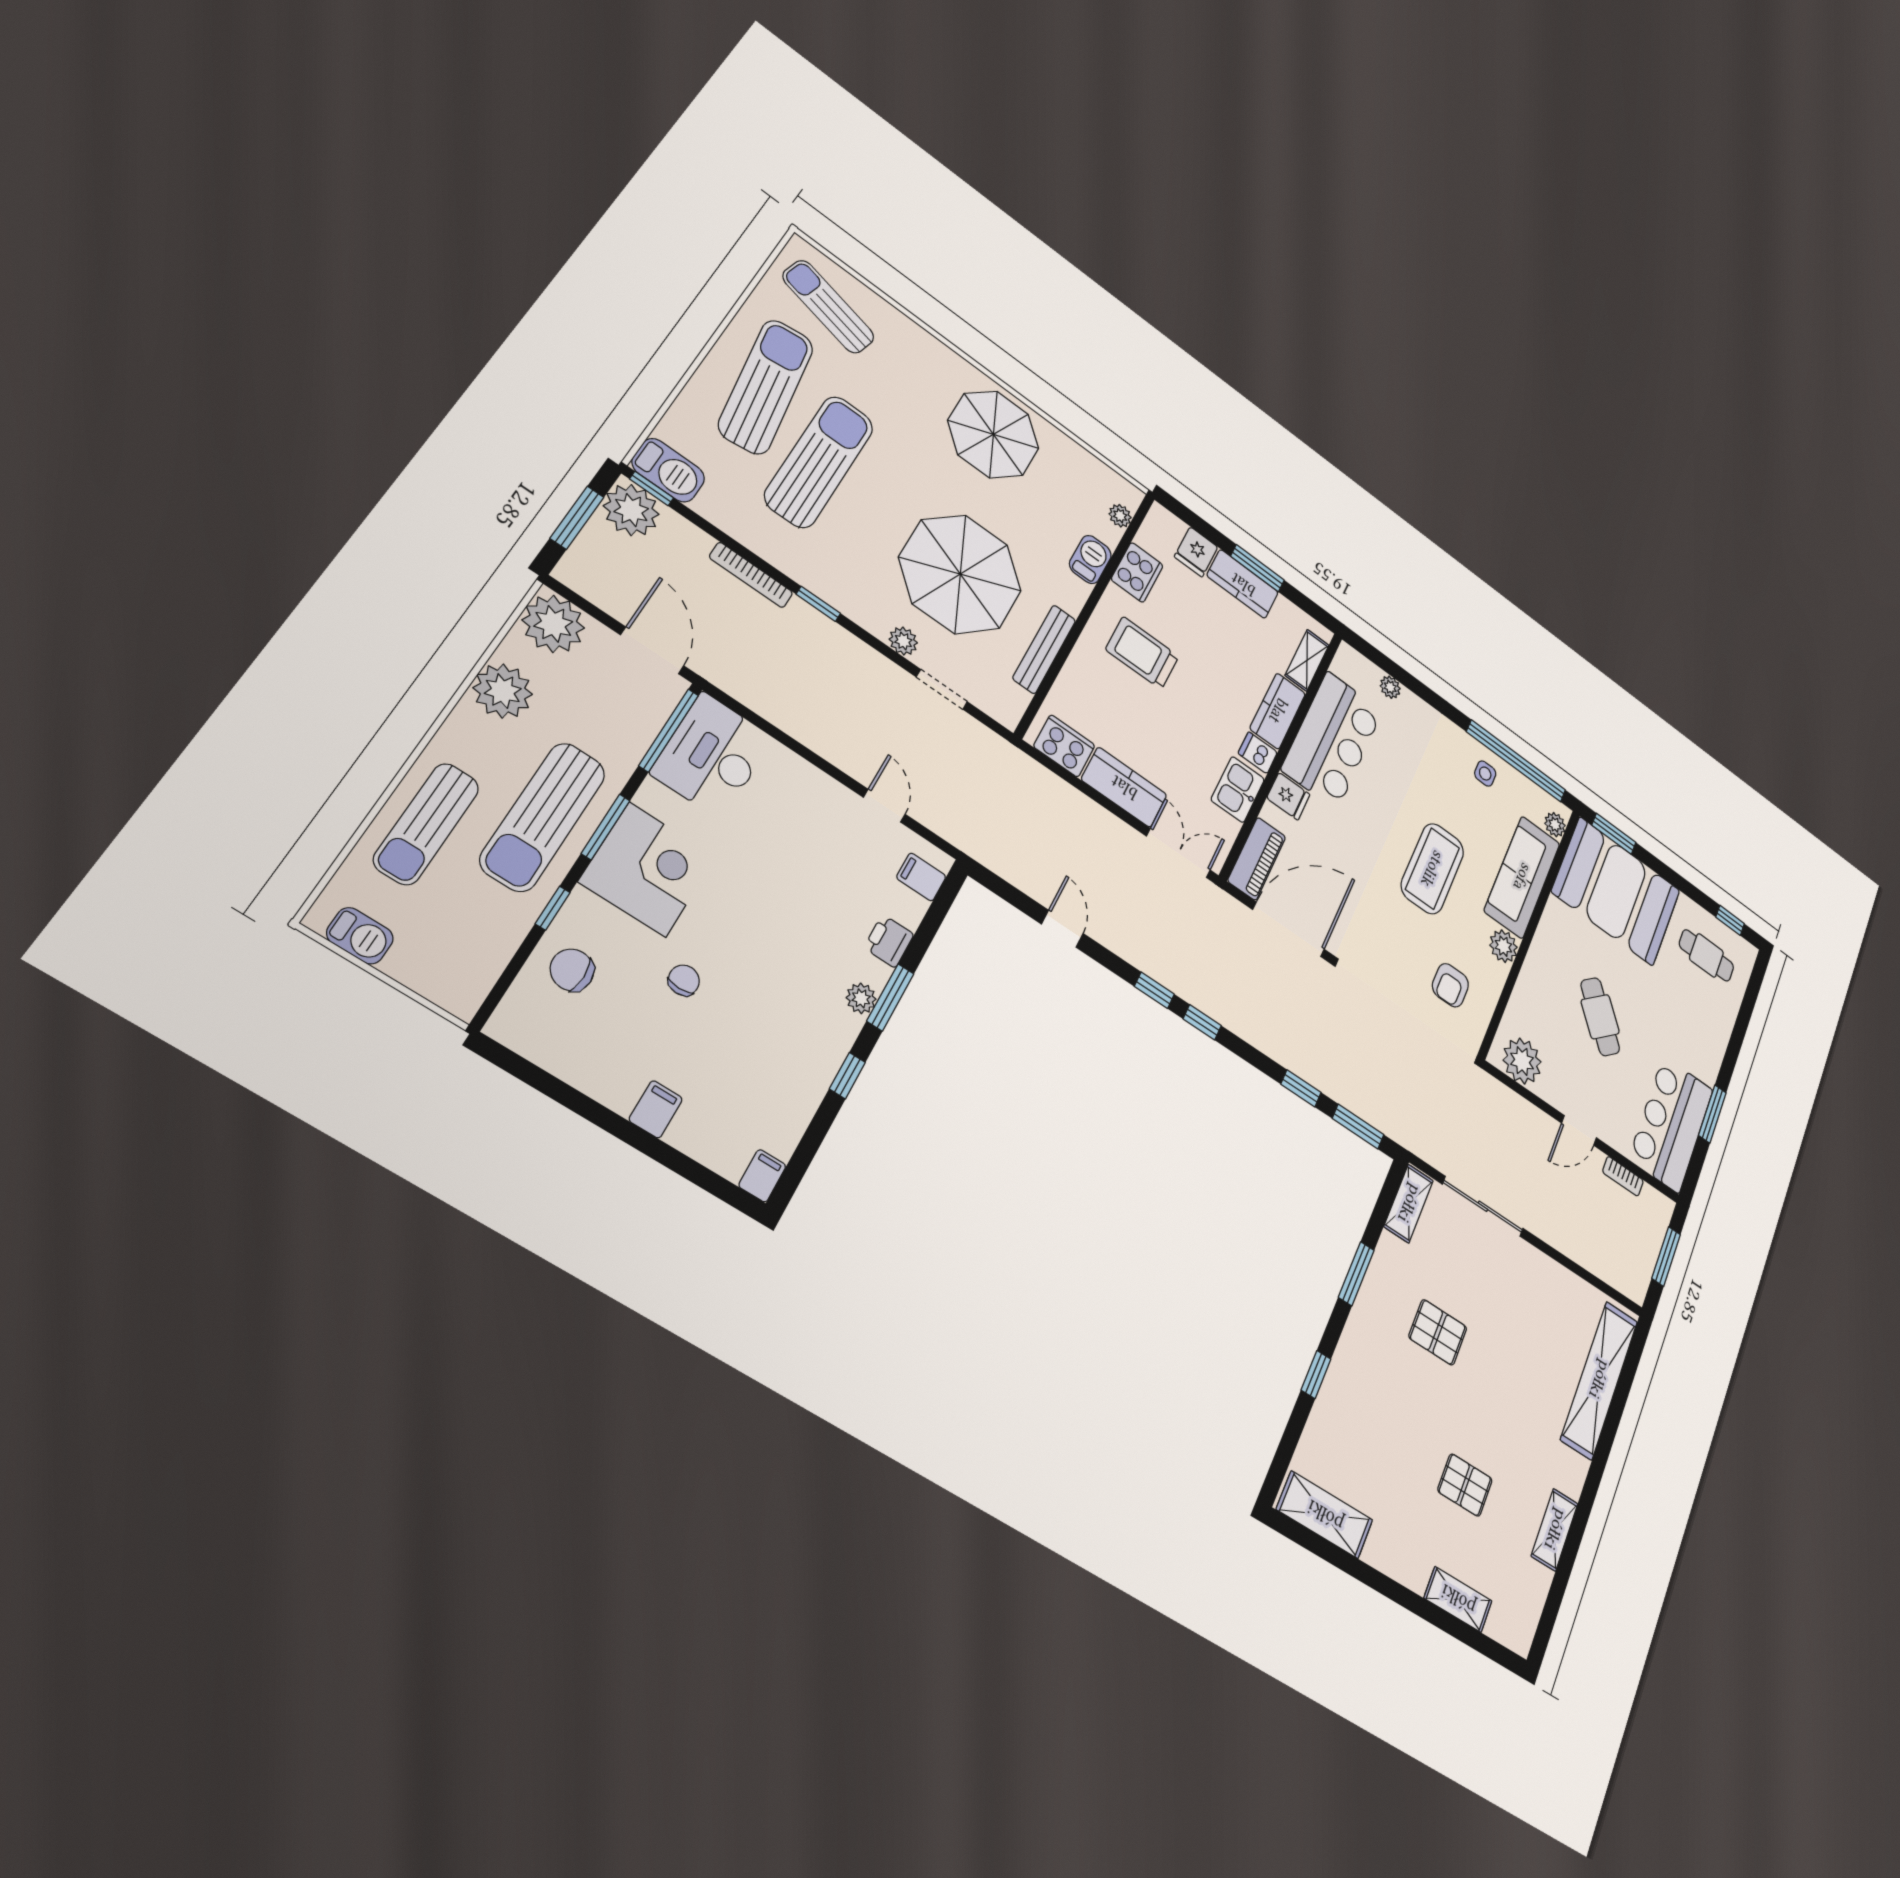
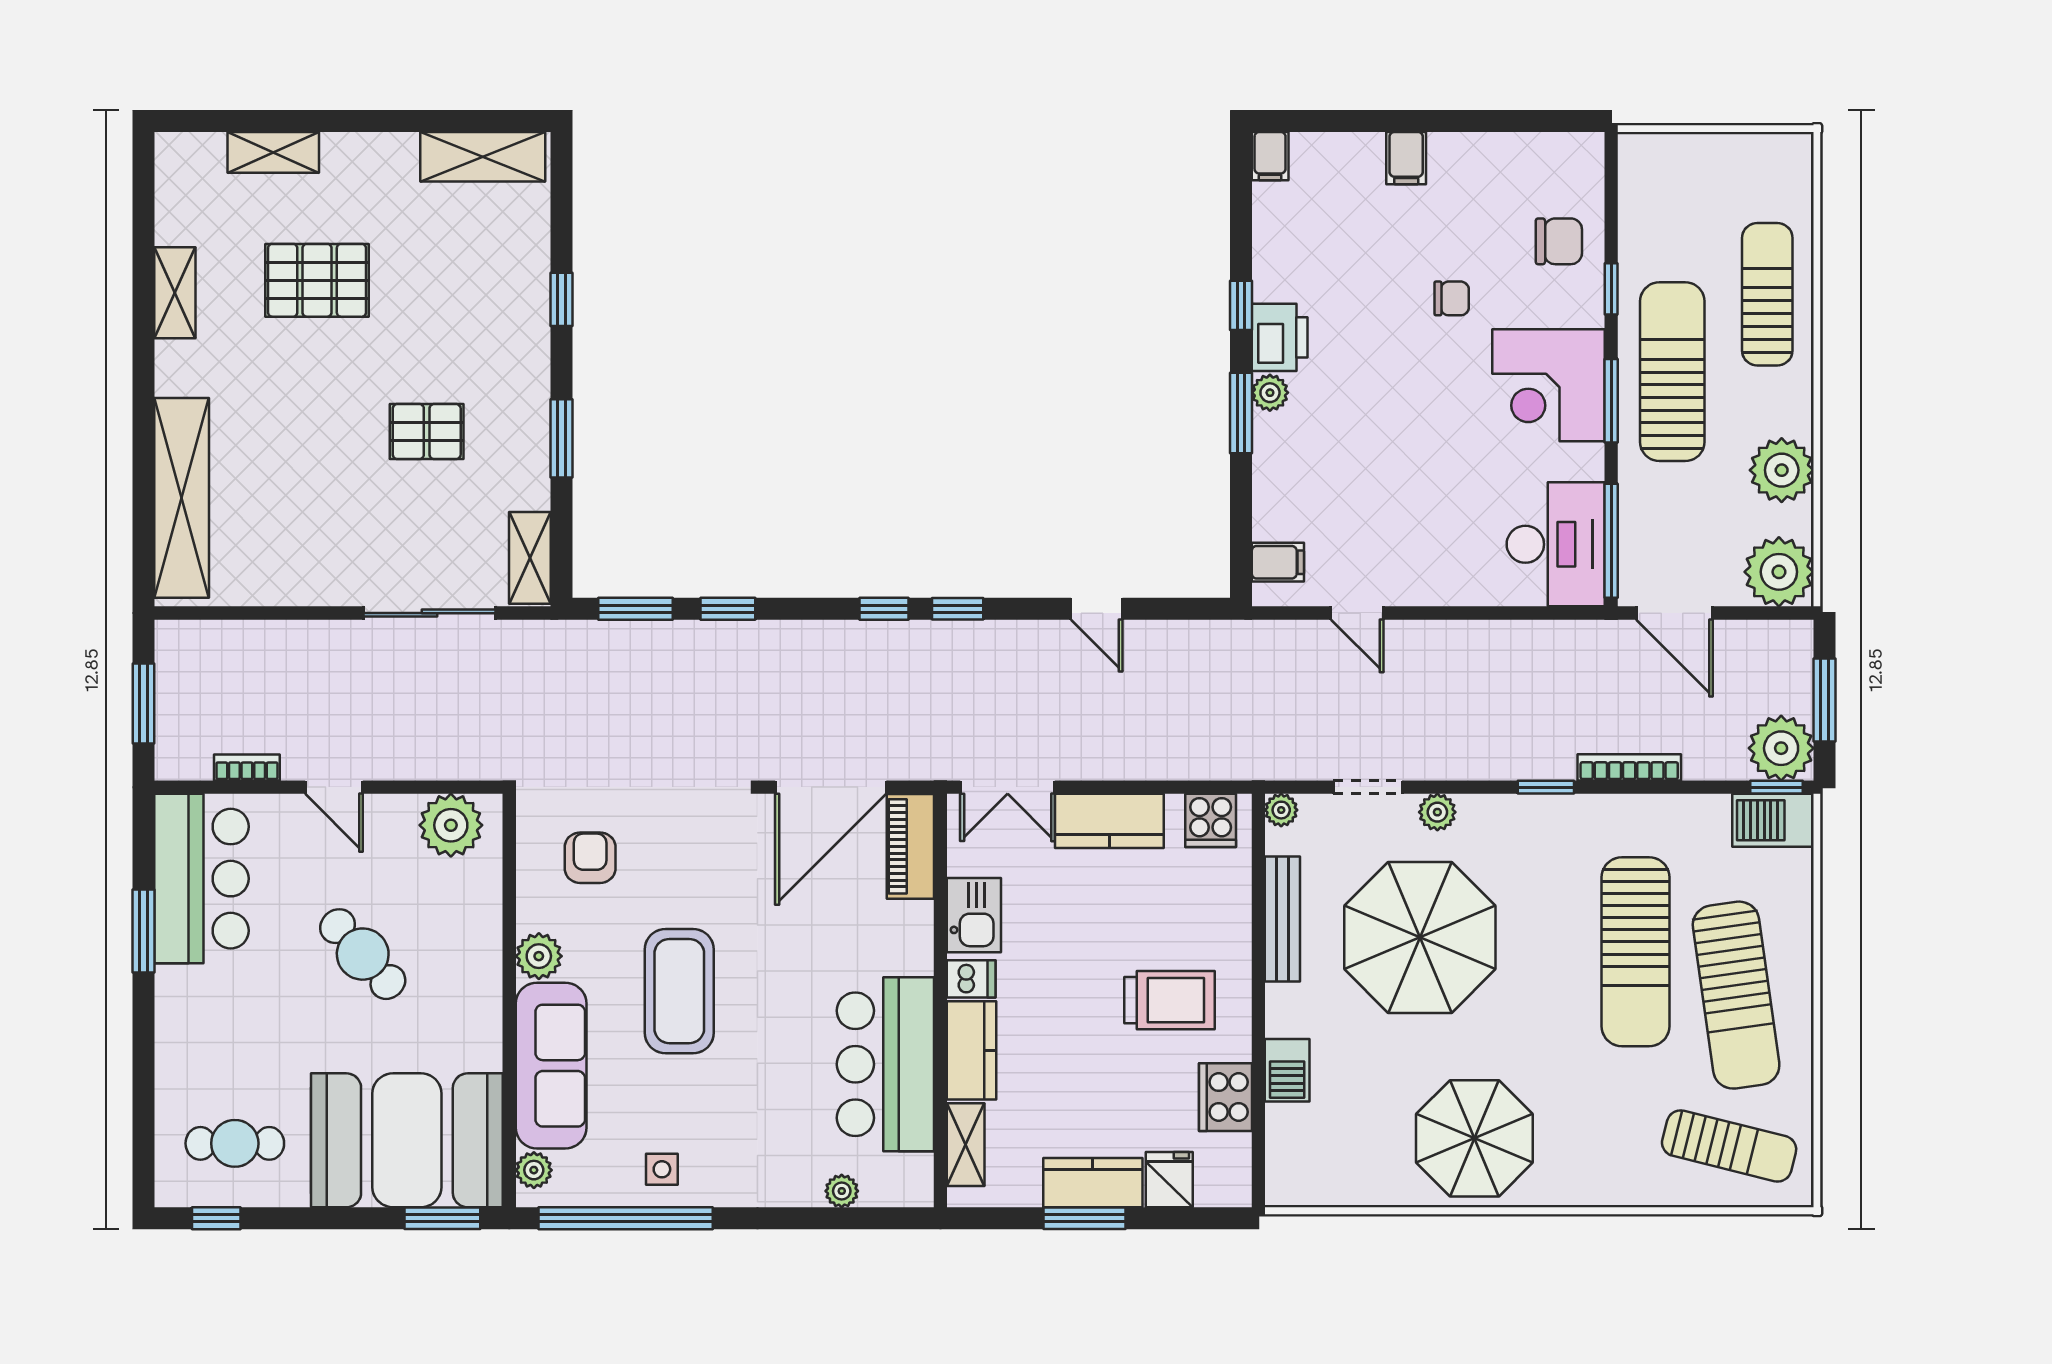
plant: (1120, 516) -> (1281, 810), moved
cooker: (1064, 746) -> (1211, 820), width x0.73
fridge: (1288, 796) -> (908, 952), removed
barbecue: (360, 936) -> (1757, 153), removed
printer: (889, 941) -> (1280, 337), moved, width x1.36, depth x1.24
chair: (684, 980) -> (1452, 298), turned -90
door: (1579, 1130) -> (334, 787), swing flipped
pallet: (1465, 1485) -> (317, 280), width x1.50, depth x1.42

